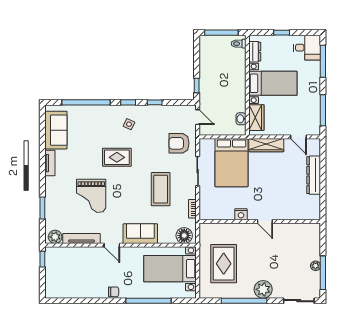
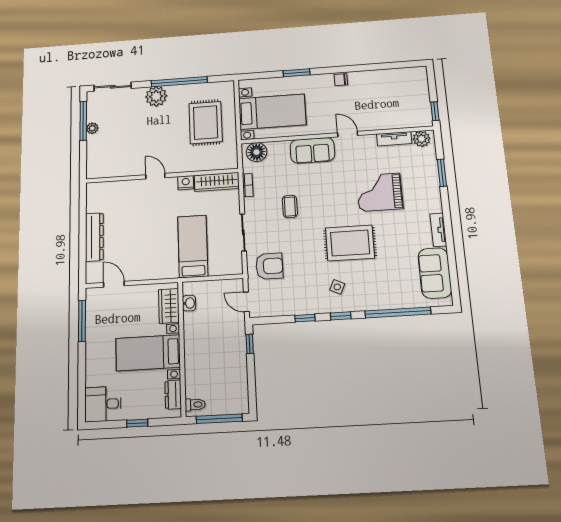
window: (323, 61) -> (82, 386), removed
wardrobe: (266, 145) -> (217, 182), moved, turned 180
rug: (117, 157) -> (350, 243), width x1.36, depth x1.43
bed: (232, 163) -> (193, 246), width x0.67
coffee table: (161, 189) -> (290, 207), width x0.54, depth x0.58
grand piano: (91, 196) -> (380, 192), turned -90
tv unit: (82, 238) -> (394, 139), width x0.71
window: (149, 301) -> (297, 73), width x0.47

